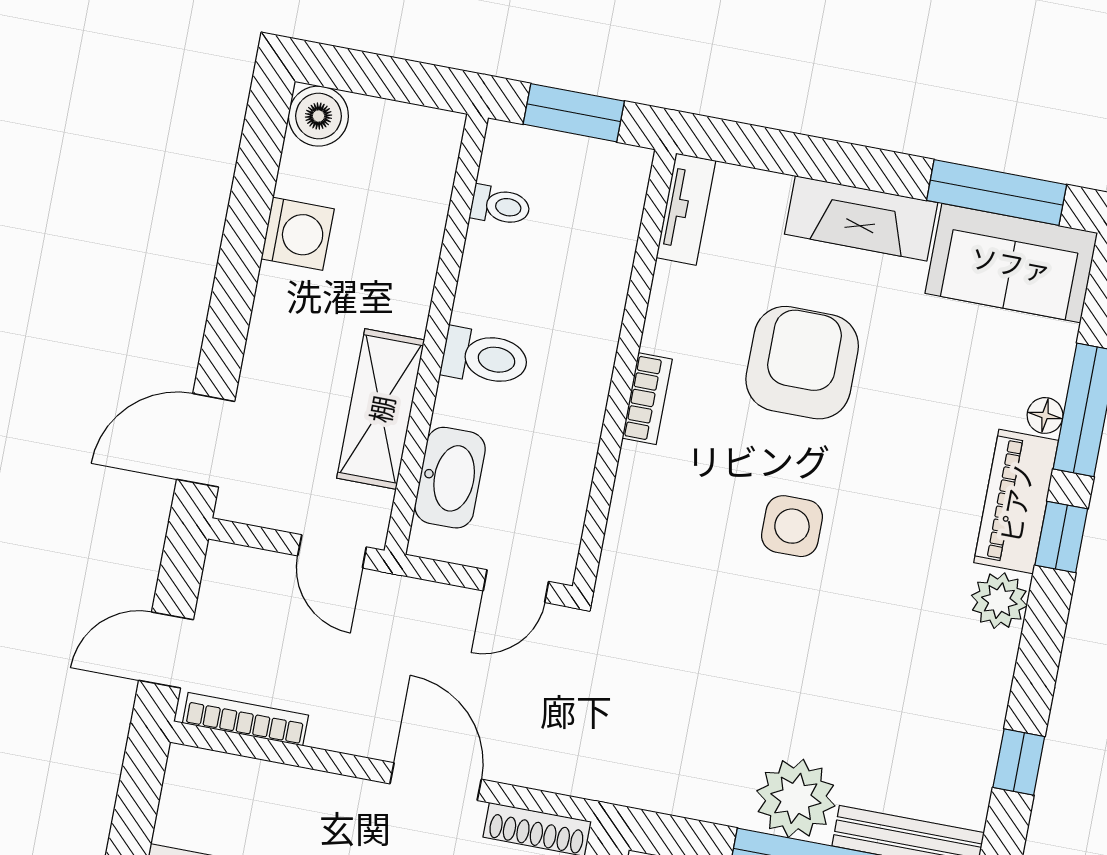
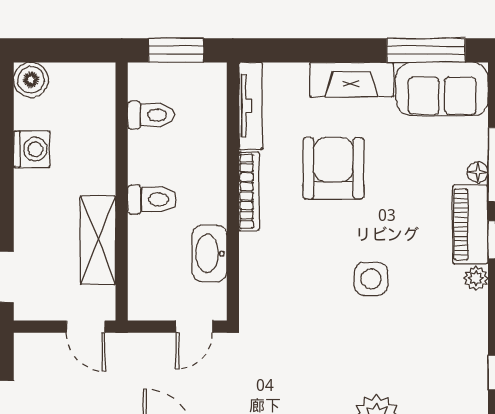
toilet: (500, 206) -> (151, 115), width x1.37, depth x1.39
tv unit: (686, 209) -> (251, 106), width x1.41
bookcase: (647, 399) -> (249, 191), width x1.56
washbasin: (450, 478) -> (209, 254), moved, turned 180
side table: (792, 526) -> (371, 279), moved
plant: (999, 601) -> (476, 278), width x0.73, depth x0.73

